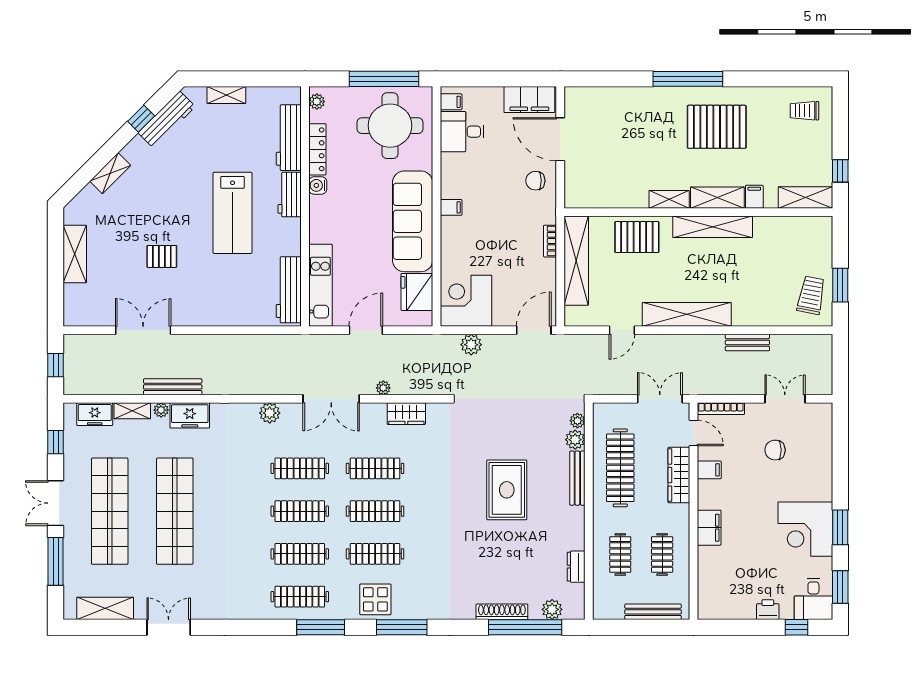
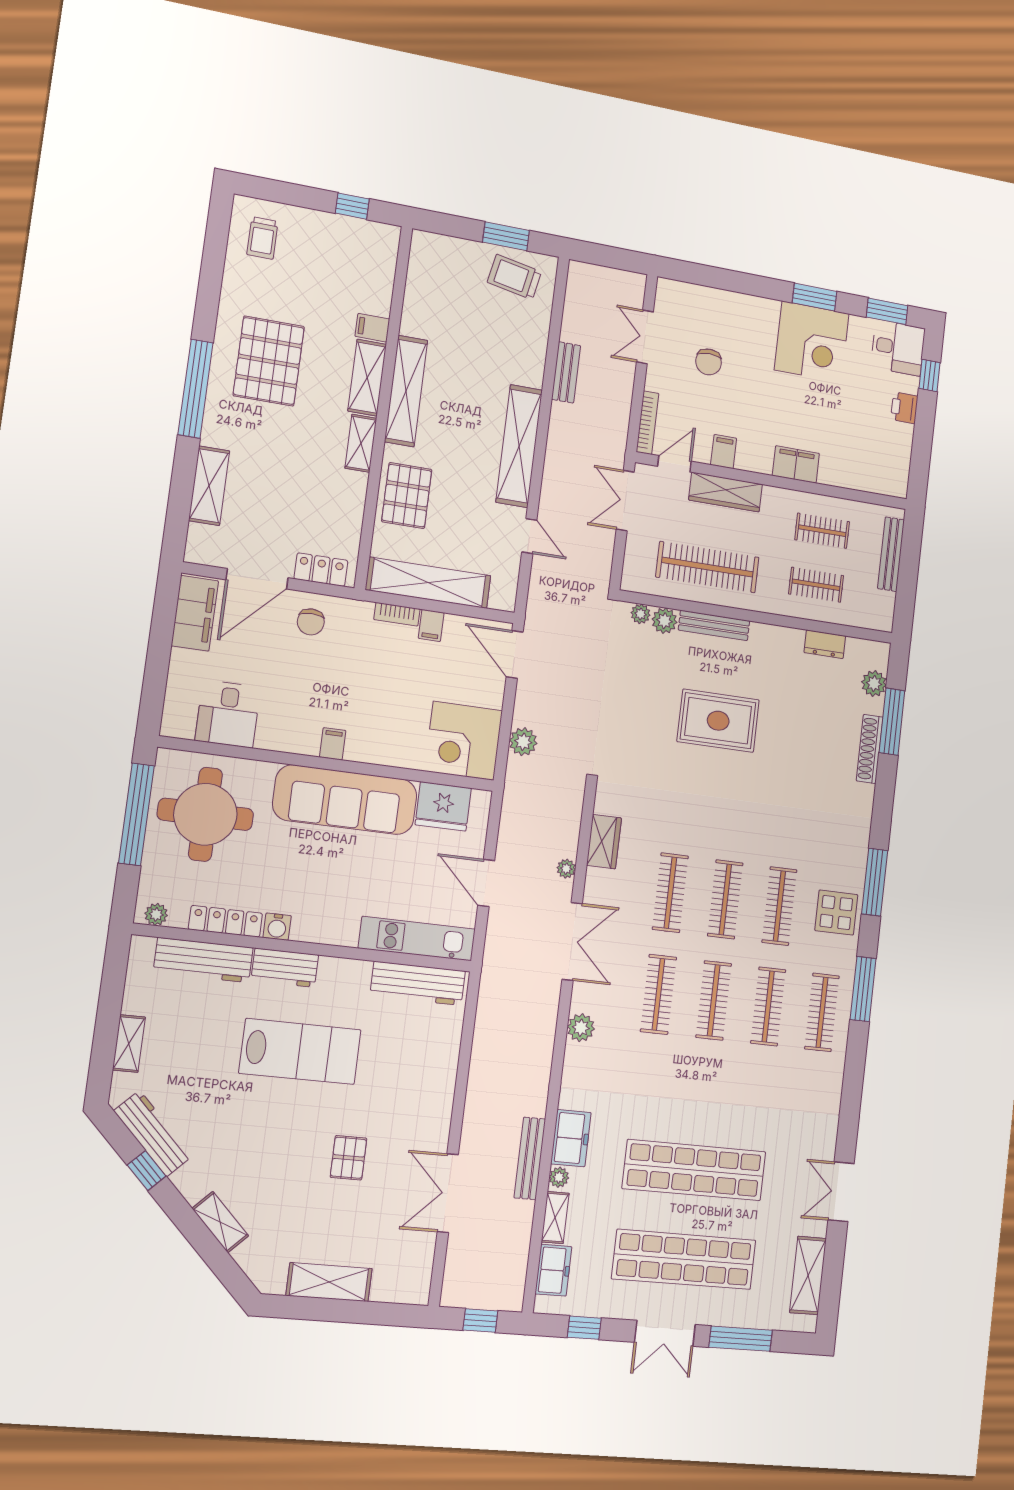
filing cabinet: (451, 102) -> (431, 625), moved, turned 180
locker: (574, 183) -> (321, 570), added
shelving: (805, 198) -> (209, 486), moved
window: (525, 627) -> (892, 722), width x0.68

